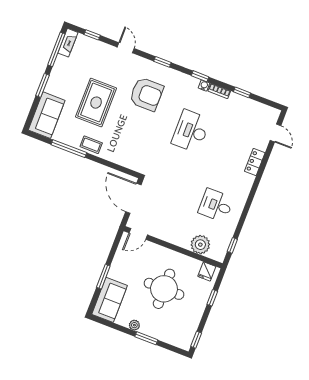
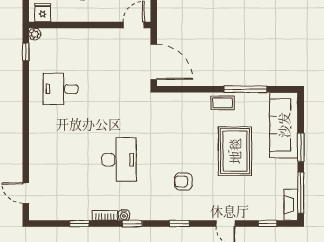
armchair: (146, 94) -> (183, 182), width x0.53, depth x0.53
sofa: (47, 115) -> (284, 125), width x1.36
locker: (255, 162) -> (36, 153), removed
desk: (216, 205) -> (61, 89), turned 180
plant: (200, 245) -> (35, 34), moved, width x0.53, depth x0.53

